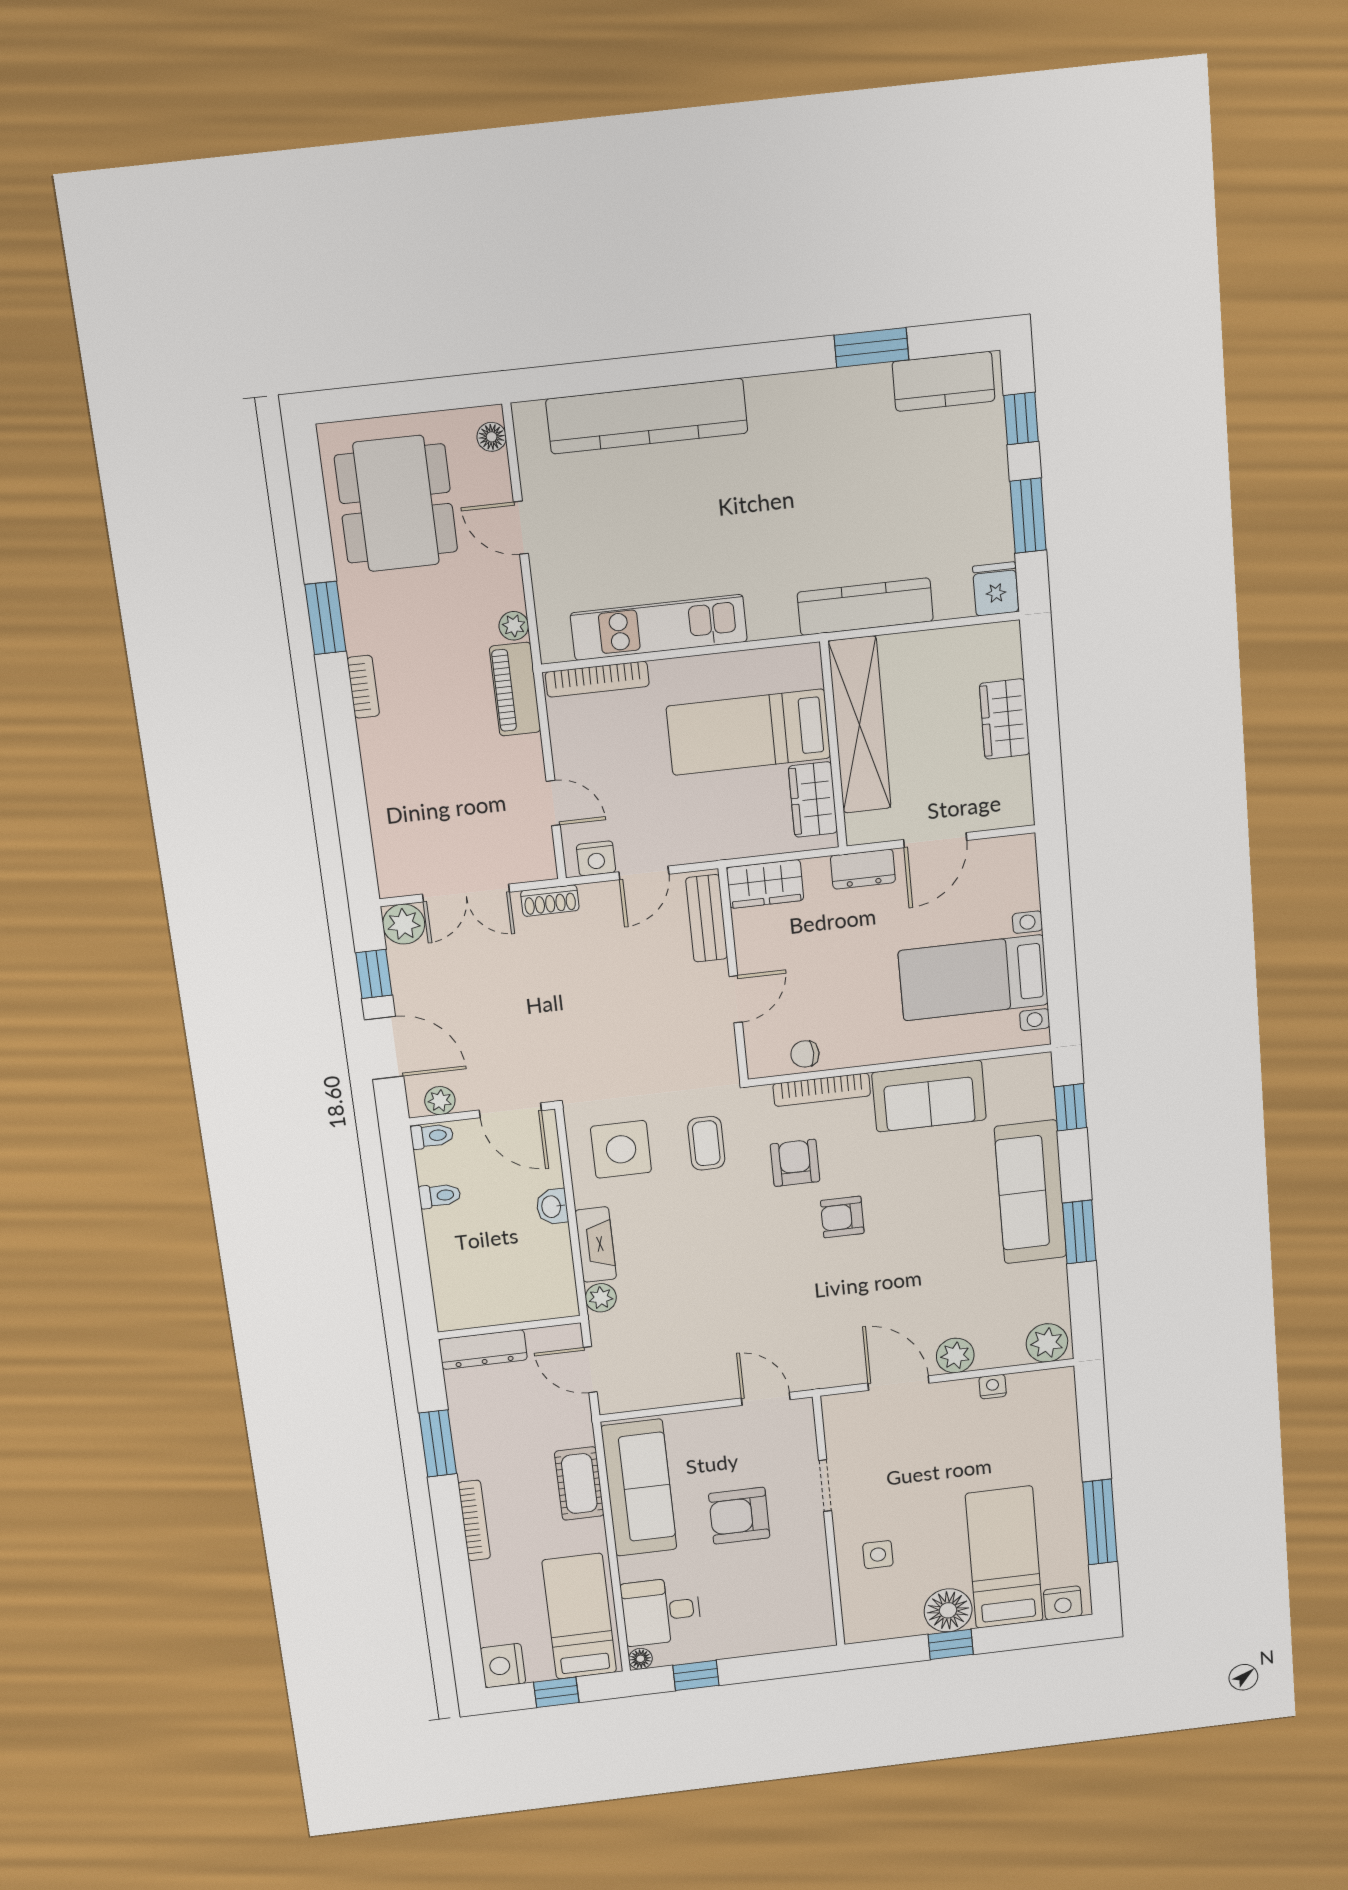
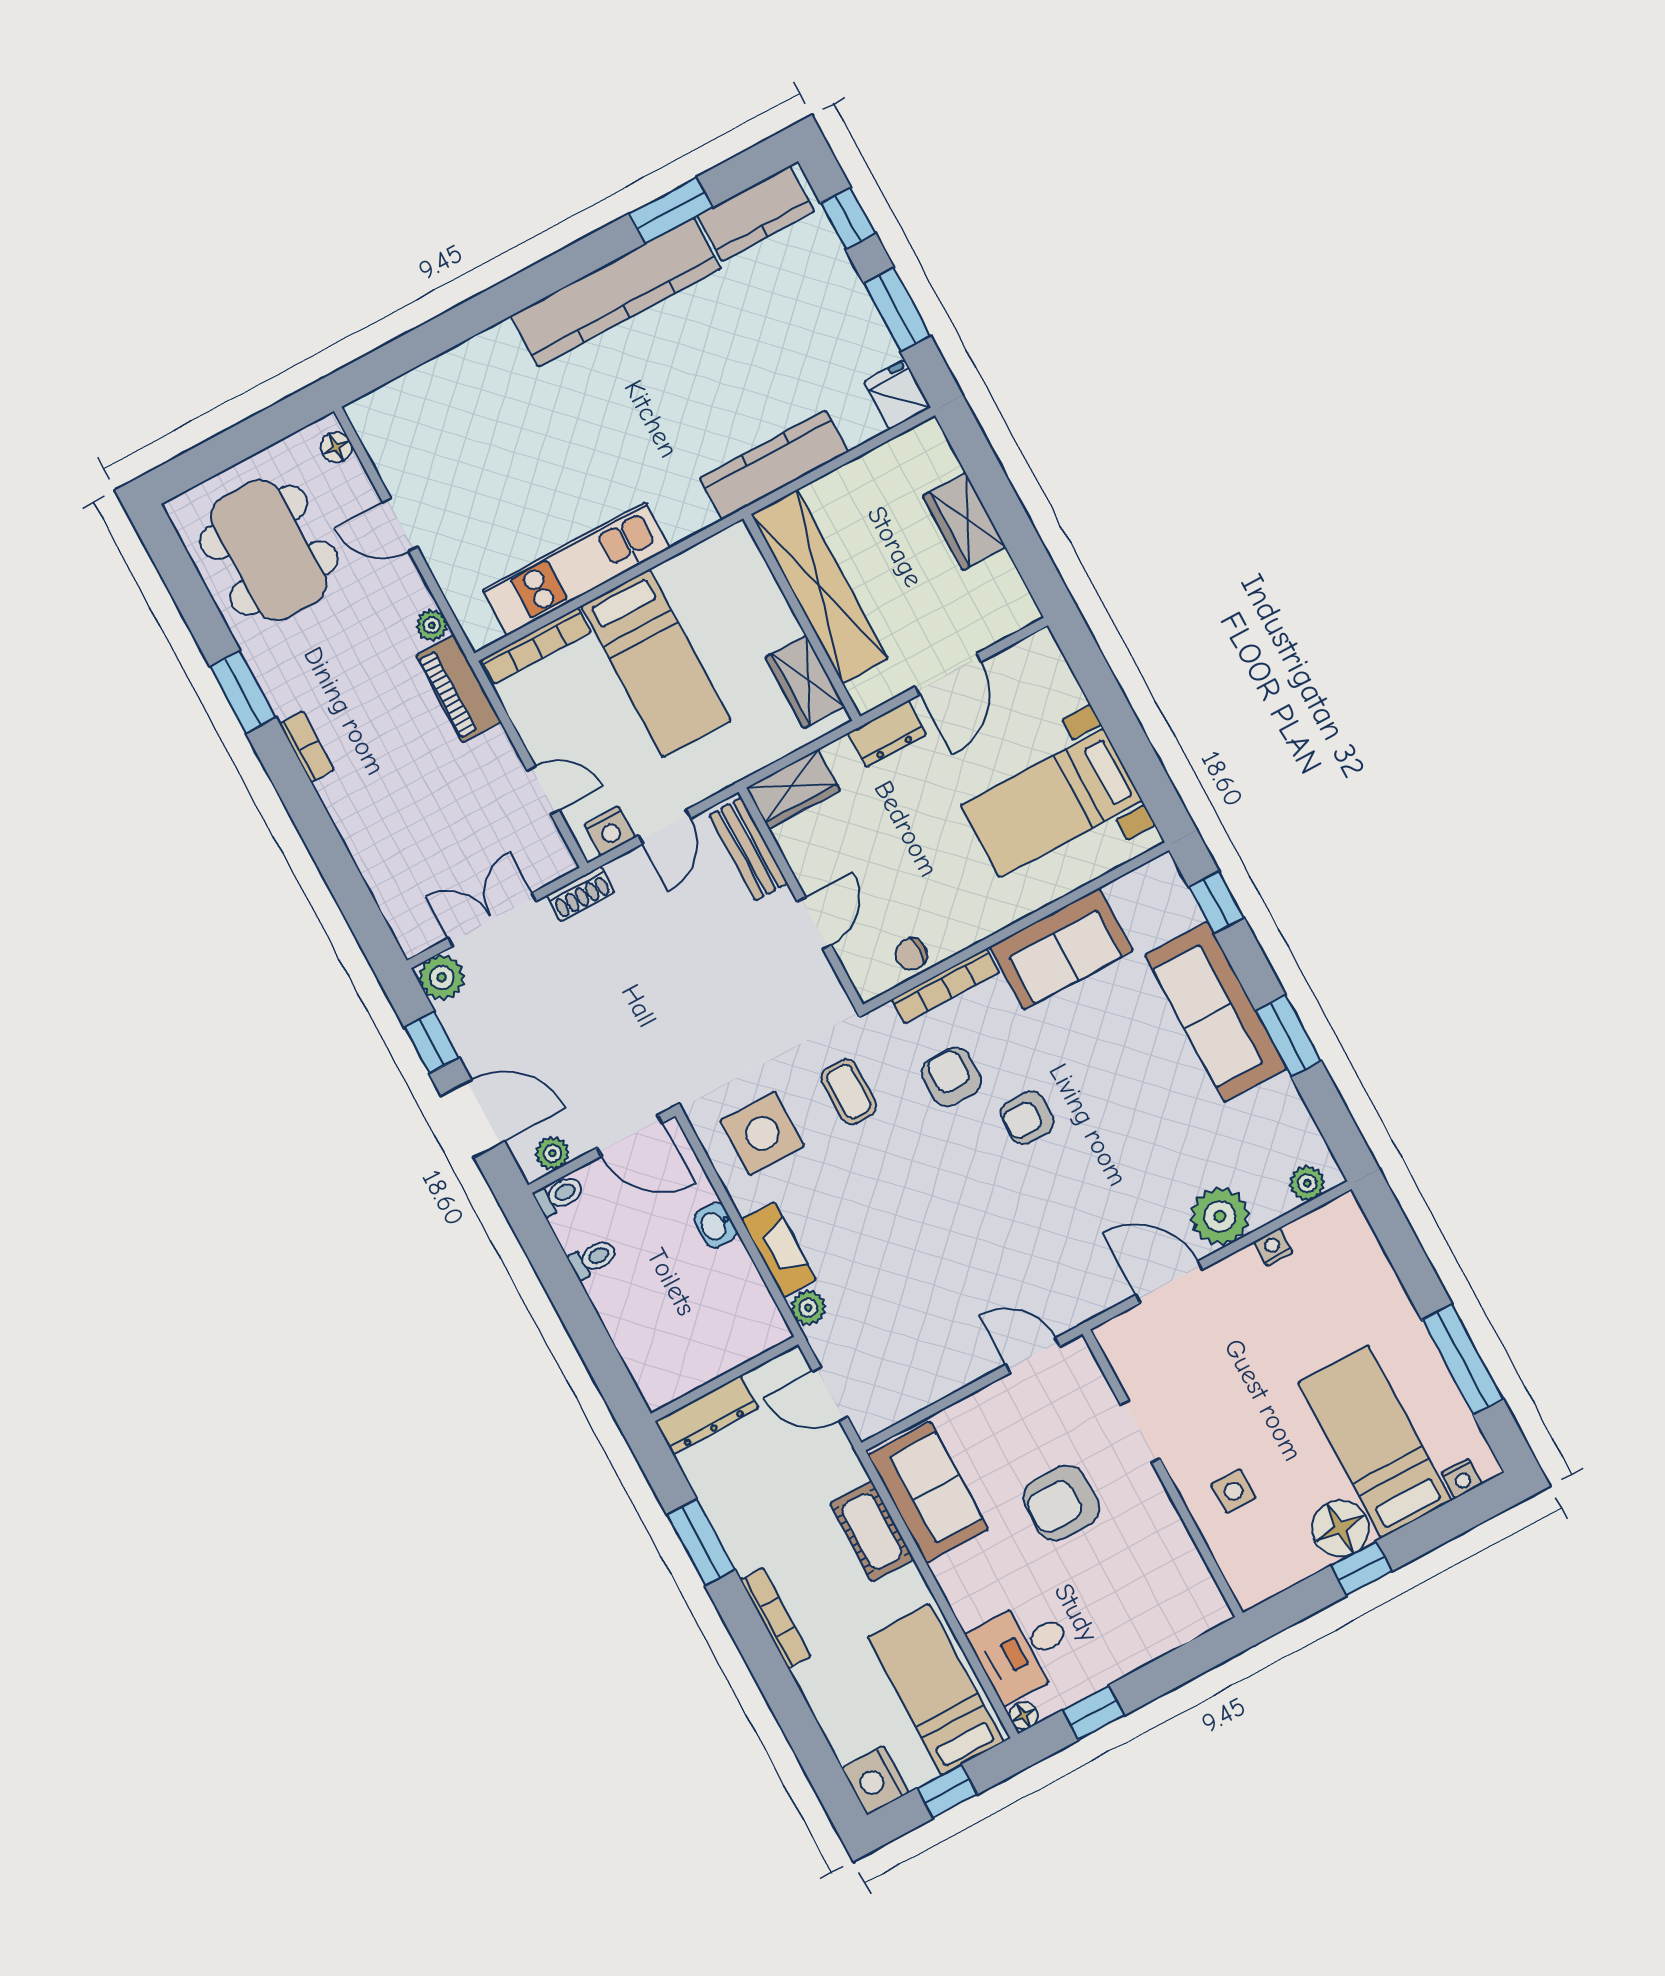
kitchen counter: (647, 416) -> (616, 292), moved
bed: (749, 732) -> (656, 663), moved, turned -90
double door: (466, 893) -> (492, 920), swing flipped
plant: (1047, 1343) -> (1307, 1183), width x0.73, depth x0.73
plant: (955, 1356) -> (1220, 1216), width x1.36, depth x1.36
sofa: (639, 1488) -> (928, 1492), width x0.73
nightstand: (1063, 1603) -> (1462, 1479), width x0.72, depth x0.74

